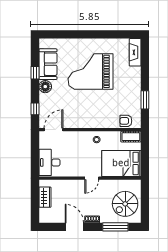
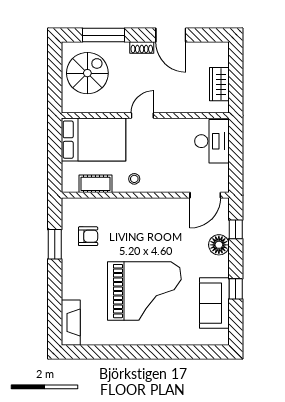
floor lamp: (45, 87) -> (219, 245), moved
armchair: (126, 121) -> (88, 236), moved
cot: (131, 137) -> (95, 184), moved

